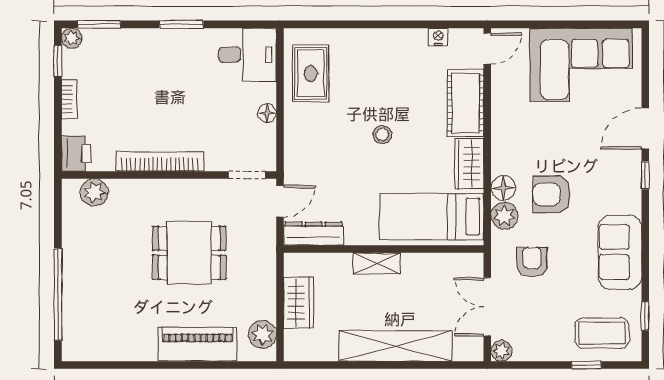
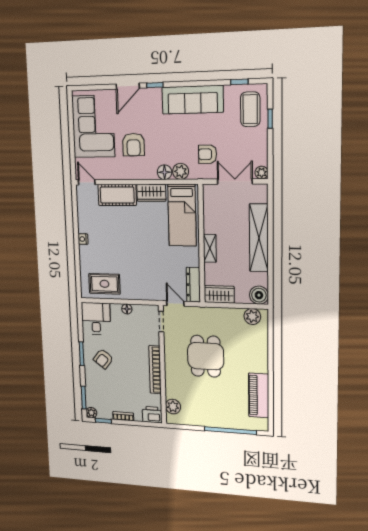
nightstand: (438, 37) -> (83, 239), moved
armchair: (174, 65) -> (103, 359), added
door: (645, 128) -> (128, 86), hinge flipped
stool: (382, 135) -> (136, 244), removed
armchair: (552, 194) -> (133, 145), moved
sofa: (620, 252) -> (193, 100), width x1.36
wardrobe: (298, 303) -> (219, 294), moved
double door: (487, 307) -> (235, 182), swing flipped
piano: (198, 344) -> (259, 395), moved
boiler: (299, 346) -> (259, 295), added

